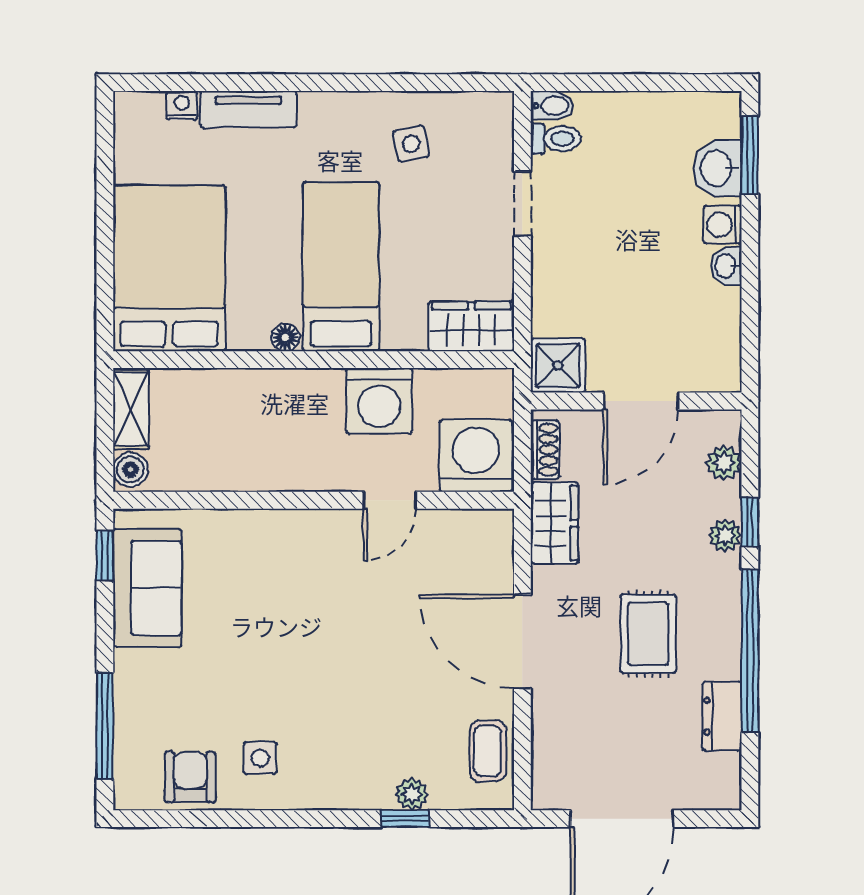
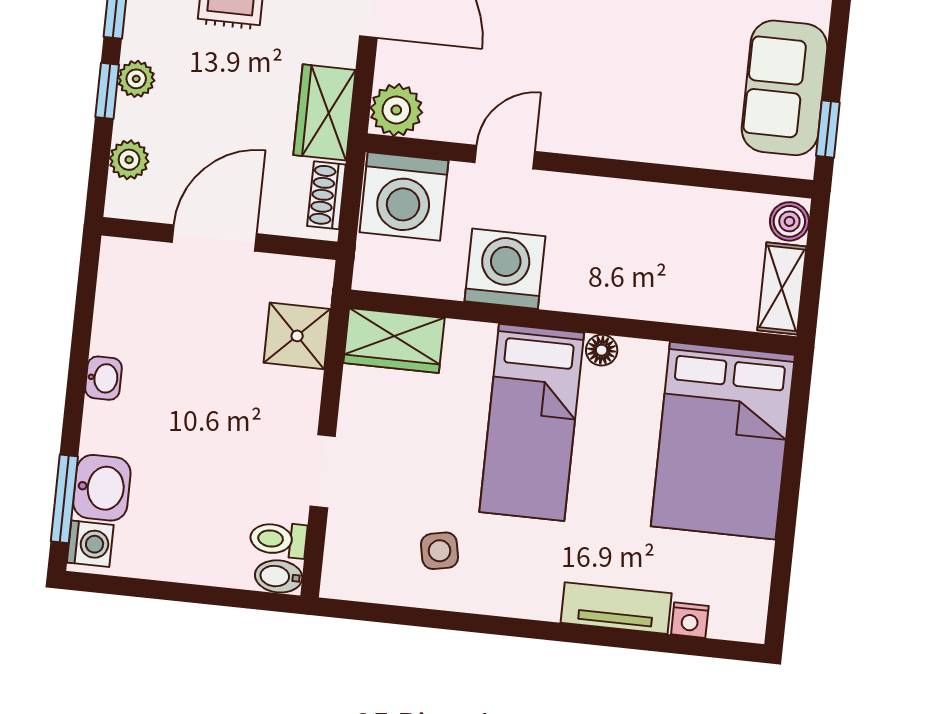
washing machine: (723, 225) -> (90, 544), moved
shower: (558, 366) -> (297, 336), moved
plant: (491, 532) -> (396, 110), added

